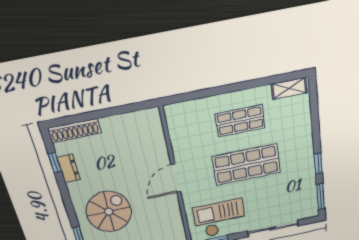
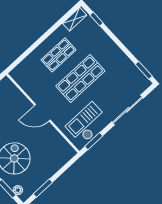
window: (318, 163) -> (96, 19), moved
door: (176, 178) -> (42, 113), hinge flipped

